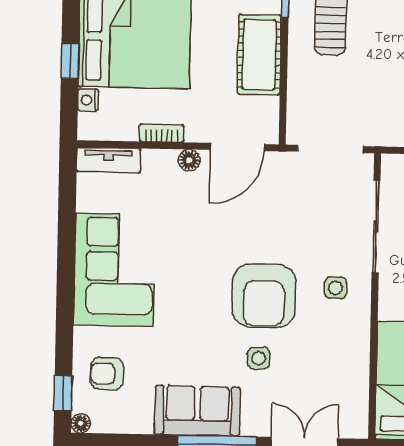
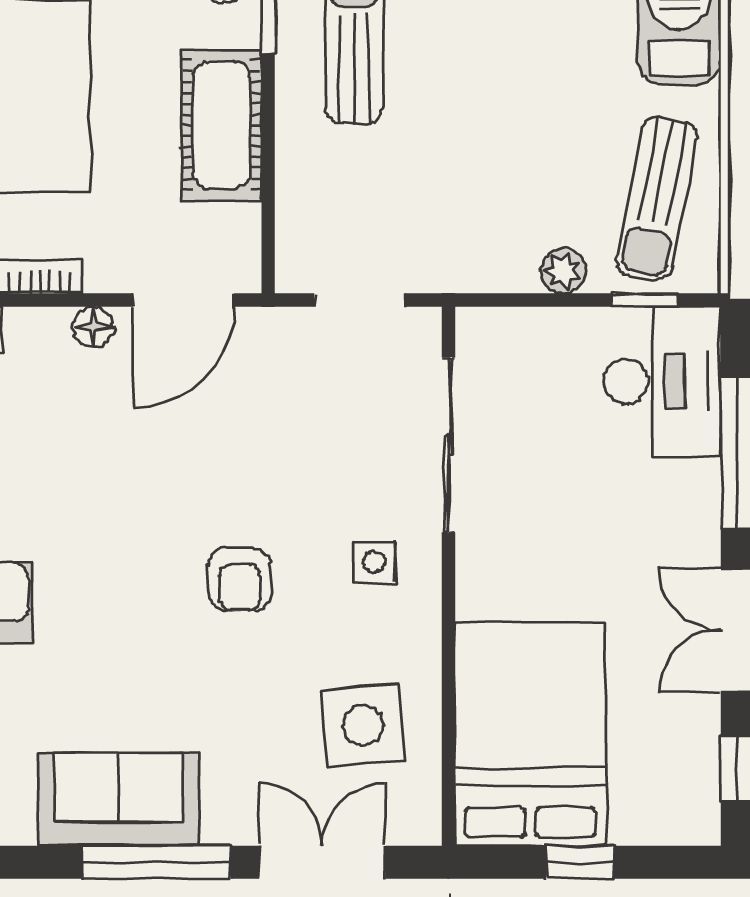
doorway: (330, 149) -> (359, 300), width x0.73
armchair: (264, 296) -> (240, 580), width x0.53, depth x0.53
side table: (259, 358) -> (363, 725), moved, width x1.87, depth x1.87

